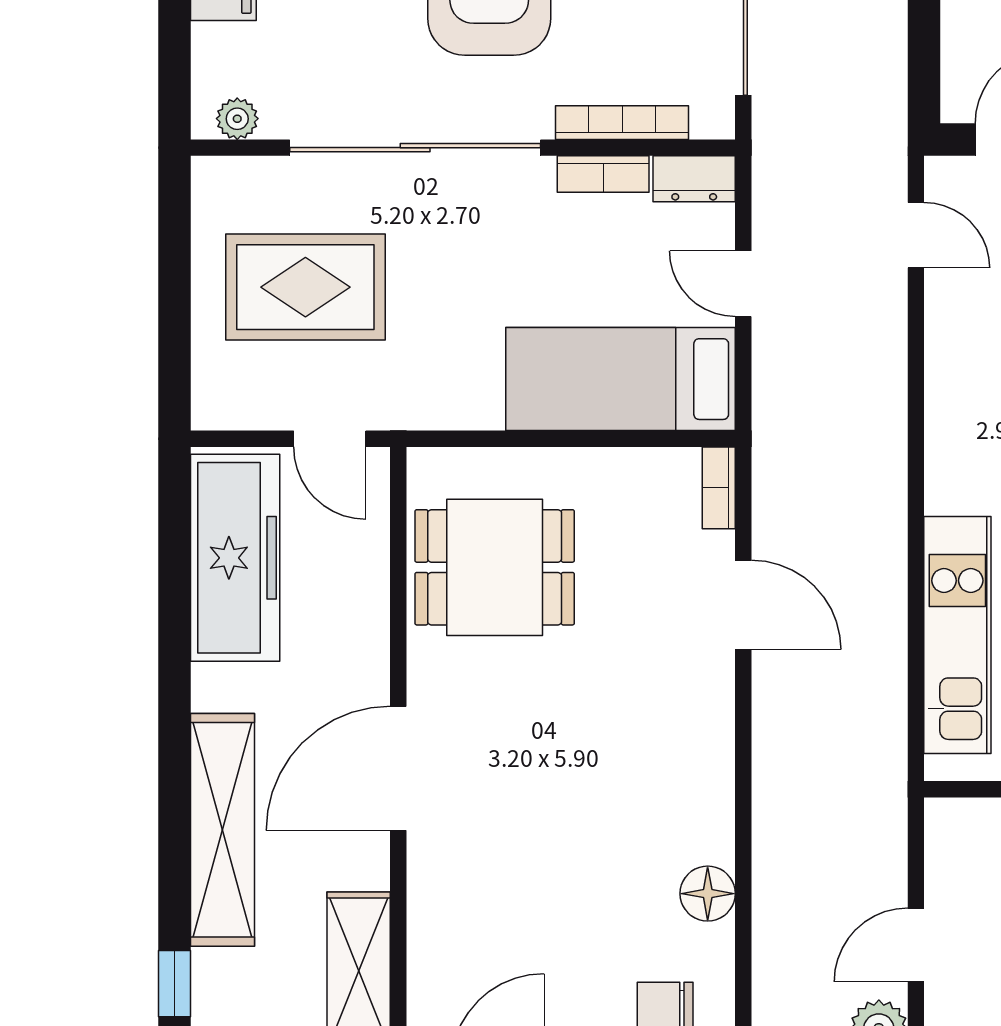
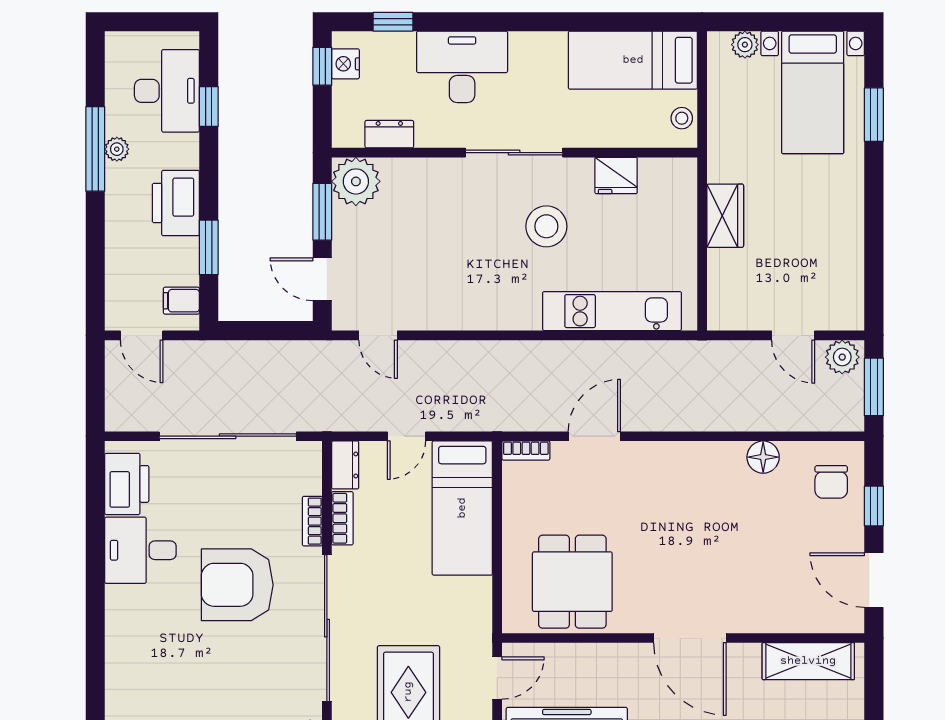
bookcase: (622, 123) -> (312, 521), width x0.64
door: (916, 235) -> (378, 335), swing flipped

